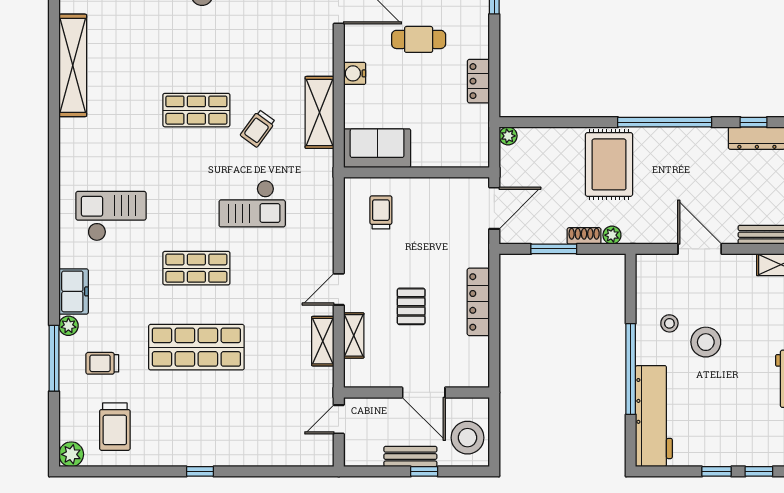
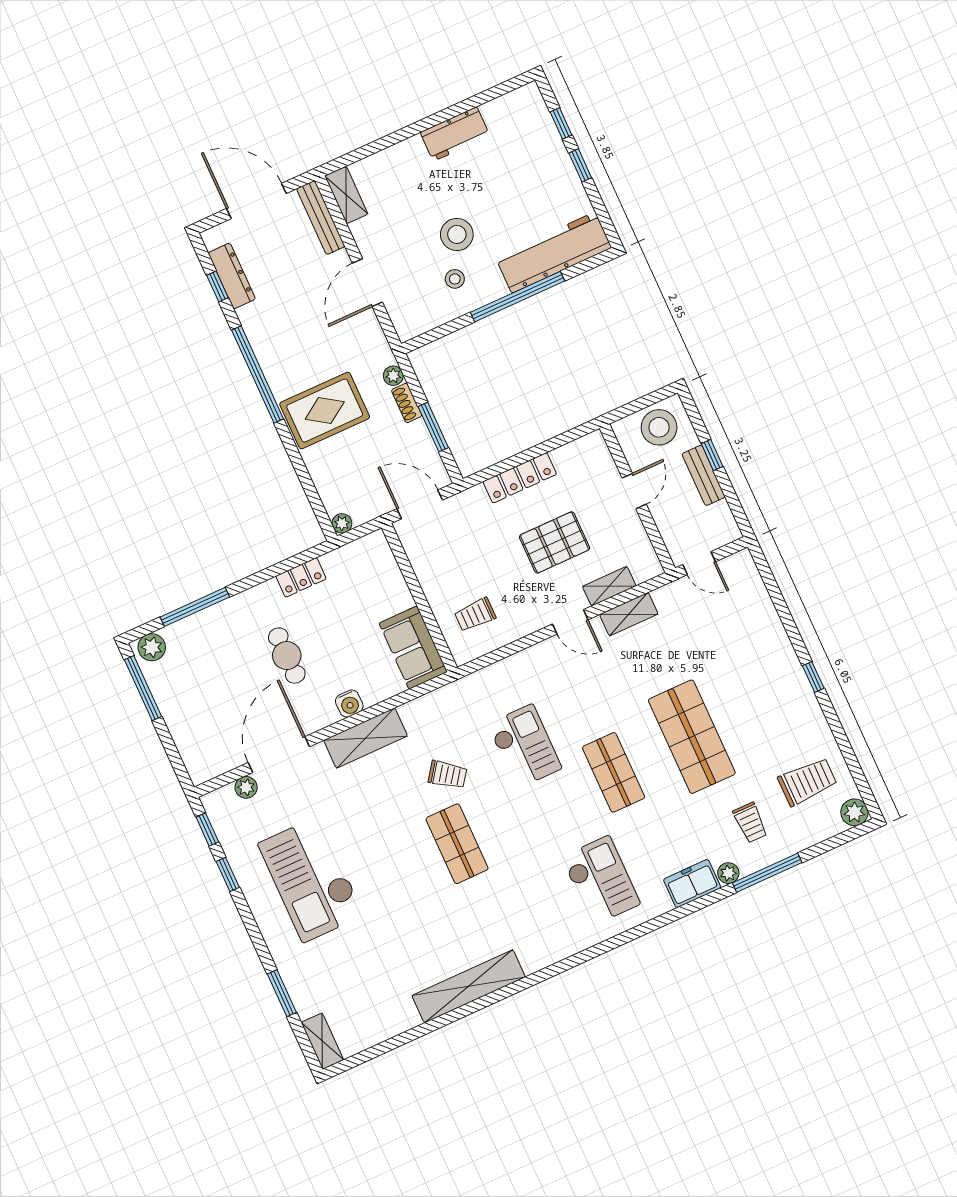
shelving: (320, 112) -> (366, 738), moved
checkout: (111, 216) -> (601, 880), turned 180
pallet: (411, 306) -> (554, 542), width x1.50, depth x1.42
door: (424, 392) -> (634, 491), width x0.73

